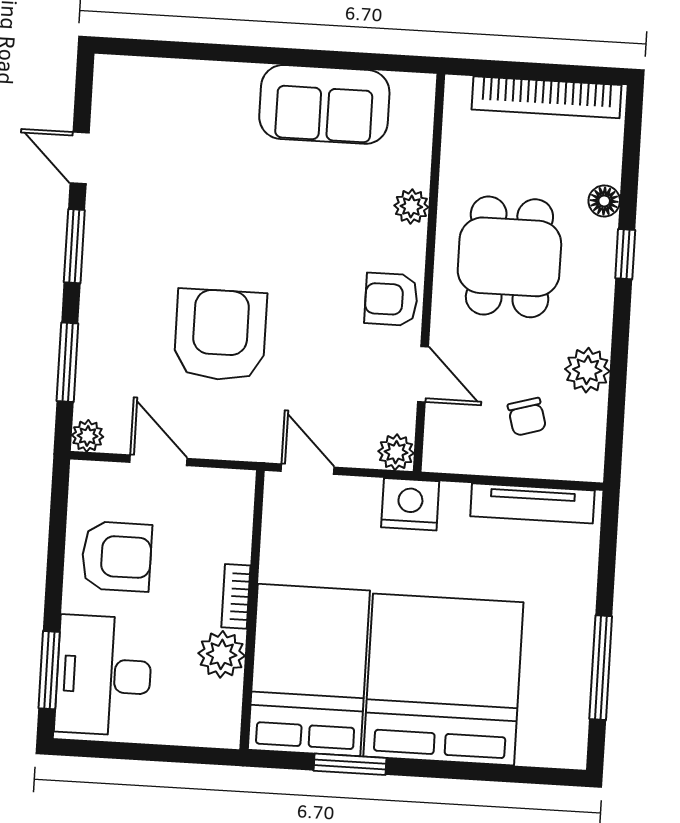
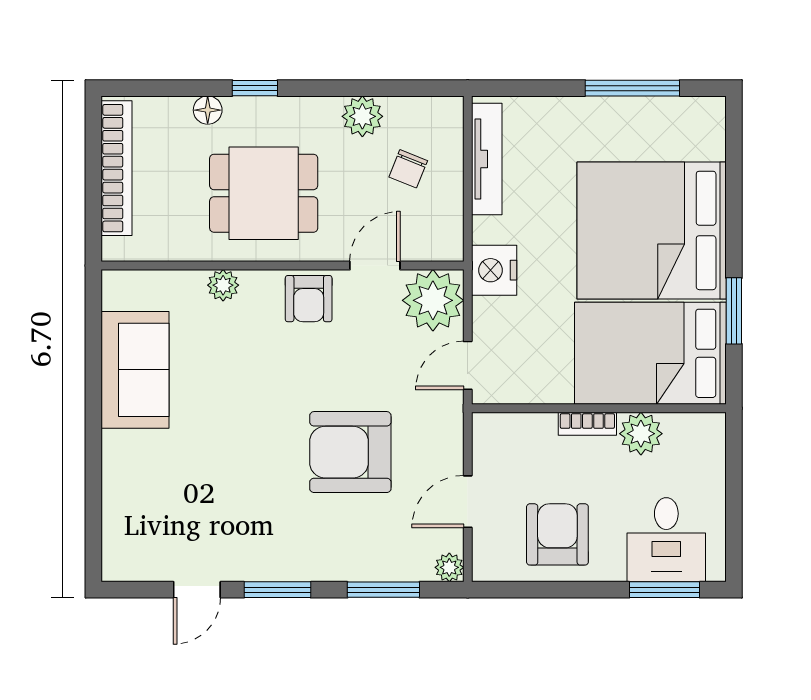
chair: (527, 417) -> (408, 169), turned 128
plant: (396, 452) -> (433, 300), width x1.87, depth x1.87
desk: (104, 675) -> (666, 540), width x0.73

